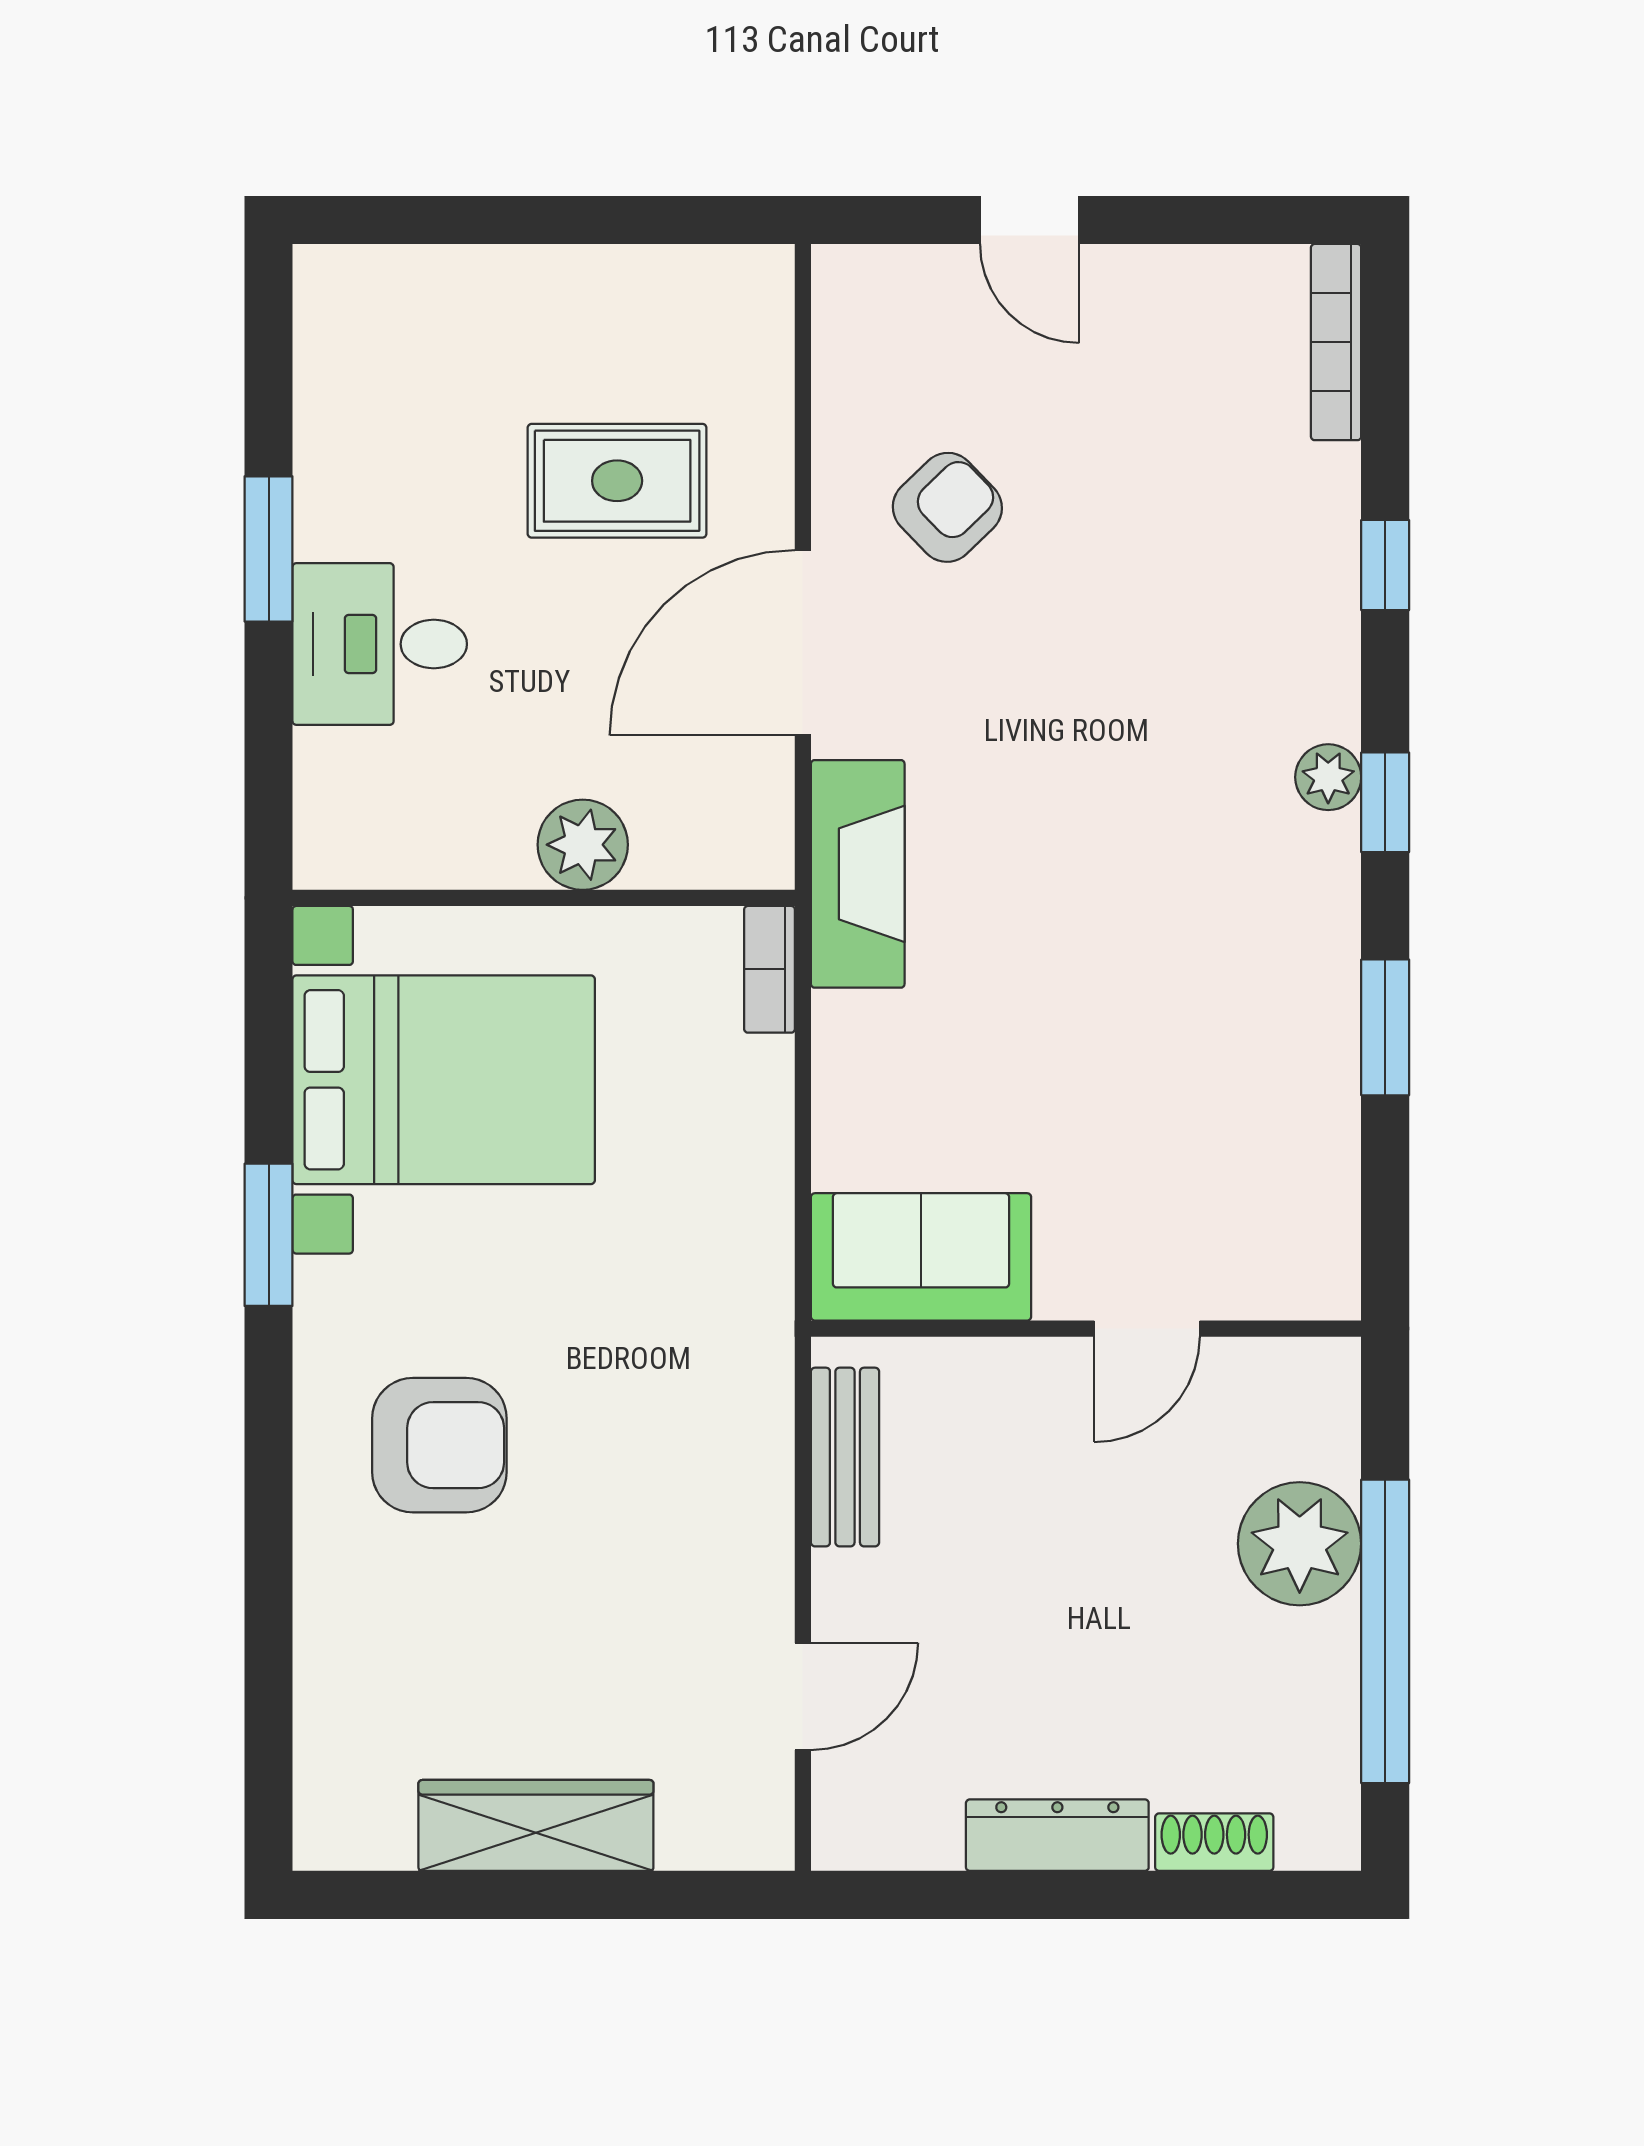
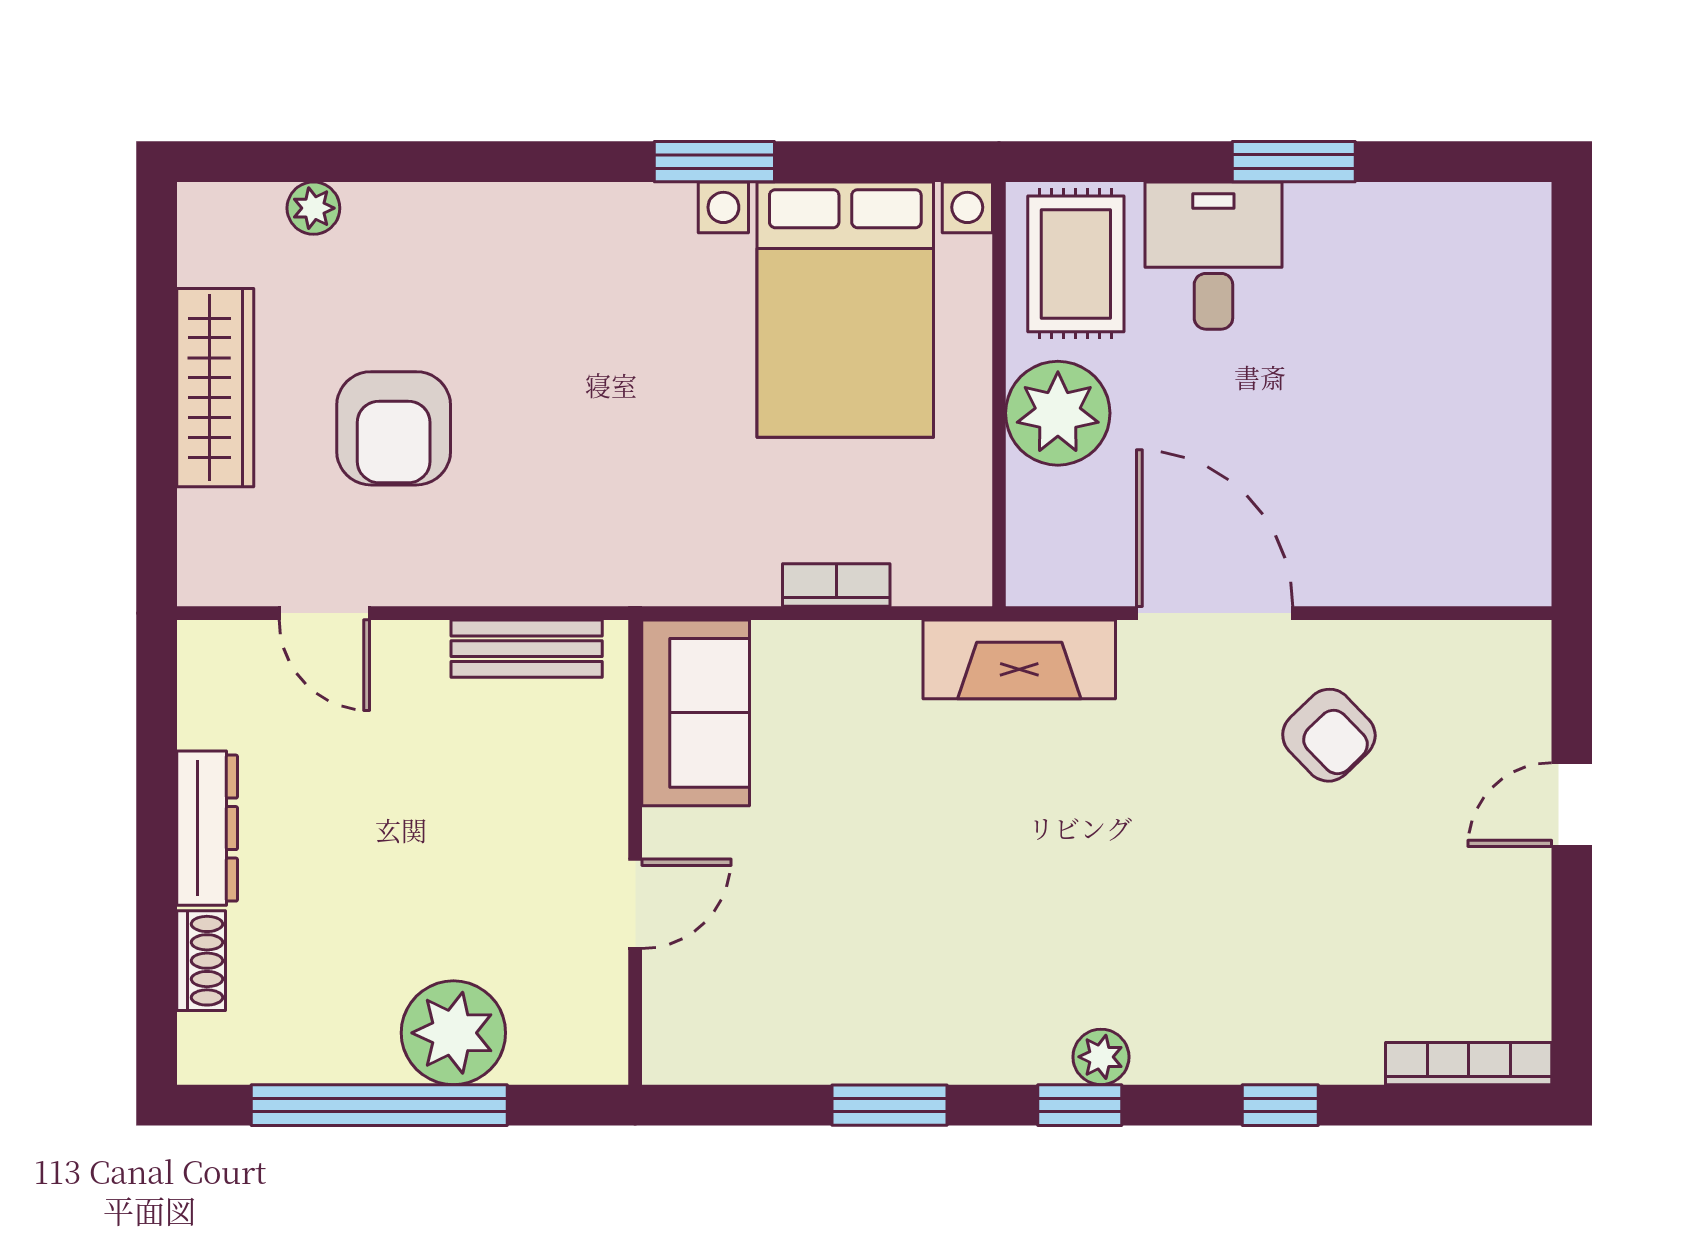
rug: (617, 481) -> (1076, 264), moved
plant: (583, 845) -> (1058, 413), width x1.36, depth x1.36
bookcase: (770, 969) -> (836, 585), moved
door: (1147, 1329) -> (635, 904), swing flipped
armchair: (439, 1445) -> (394, 428), moved
plant: (324, 1709) -> (313, 208), added

